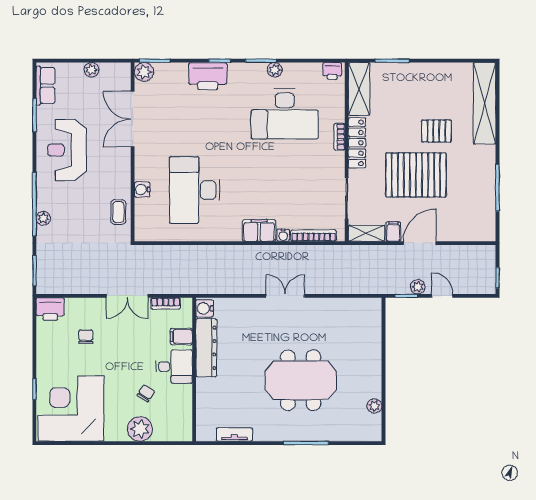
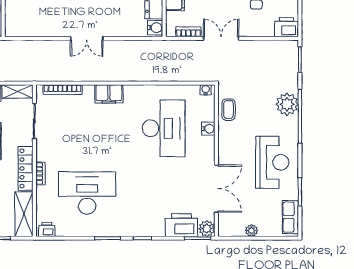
plant: (275, 70) -> (96, 230), removed
printer: (208, 76) -> (181, 225), moved
plant: (43, 218) -> (287, 104), width x1.87, depth x1.87
water cooler: (283, 235) -> (206, 90), moved

